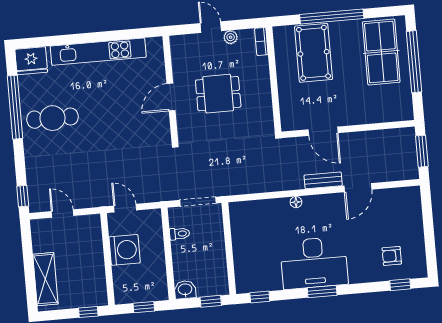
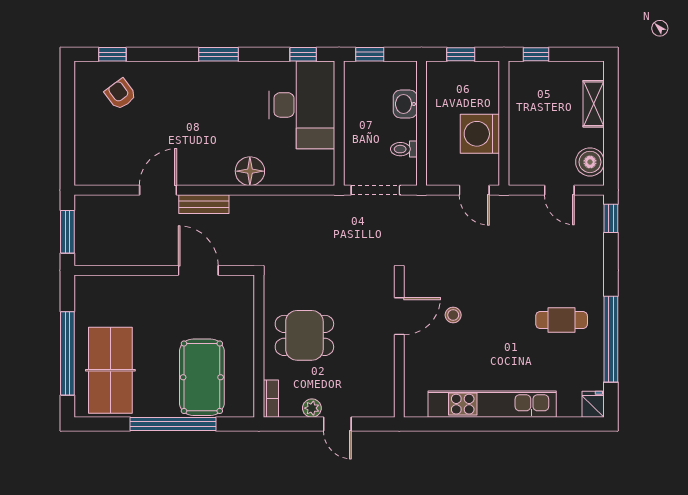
fridge: (31, 61) -> (593, 404), width x0.53, depth x0.75
dining table: (218, 94) -> (304, 335), moved
door: (171, 97) -> (399, 316), moved
stool: (133, 115) -> (453, 315), added
cafe table: (52, 118) -> (562, 320), width x0.73, depth x0.74
floor lamp: (296, 202) -> (250, 171), width x1.89, depth x1.89
boiler: (42, 236) -> (590, 162), added
armchair: (392, 256) -> (120, 94), turned -127
desk: (314, 263) -> (302, 105), moved, turned 90
shelving: (45, 279) -> (594, 104), width x0.67, depth x0.75
washbasin: (185, 290) -> (405, 104), moved, turned 90

